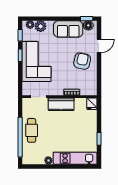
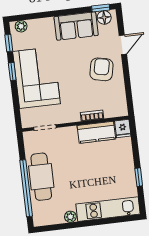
plant: (41, 26) -> (36, 27), removed
kitchen counter: (61, 104) -> (96, 132), moved
cafe table: (32, 130) -> (41, 177), width x1.37, depth x1.35

